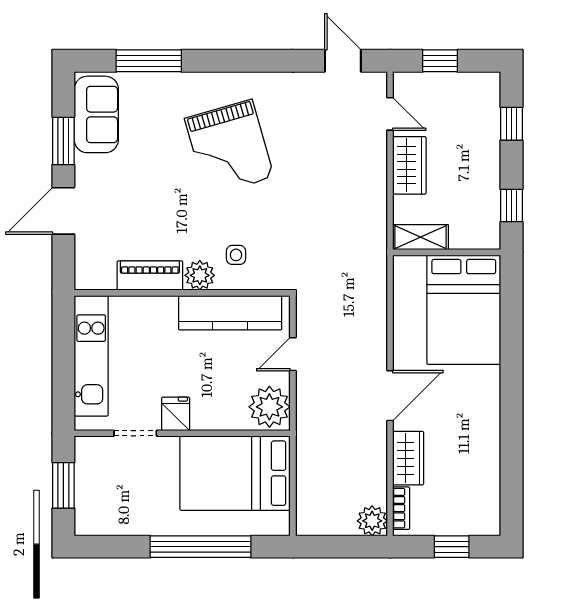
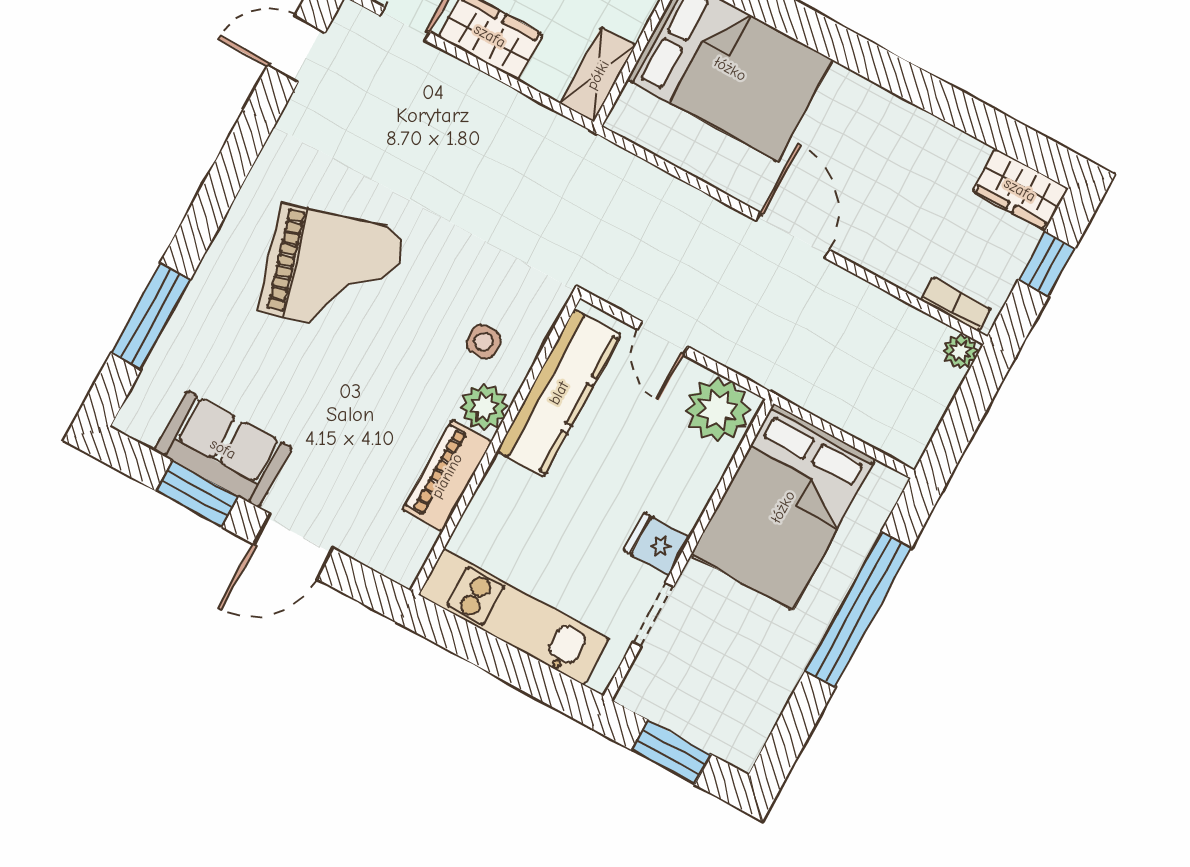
sofa: (96, 114) -> (223, 449), moved
door: (63, 211) -> (293, 546), hinge flipped
wardrobe: (408, 458) -> (1020, 190), moved, turned 180
plant: (372, 521) -> (960, 351), width x0.73, depth x0.73

